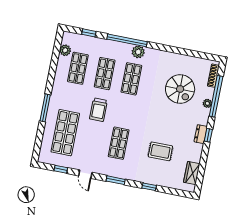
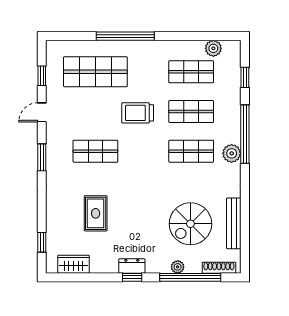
bench: (186, 60) -> (234, 223), added
window: (45, 108) -> (125, 36), width x1.46
window: (149, 187) -> (42, 242), moved

